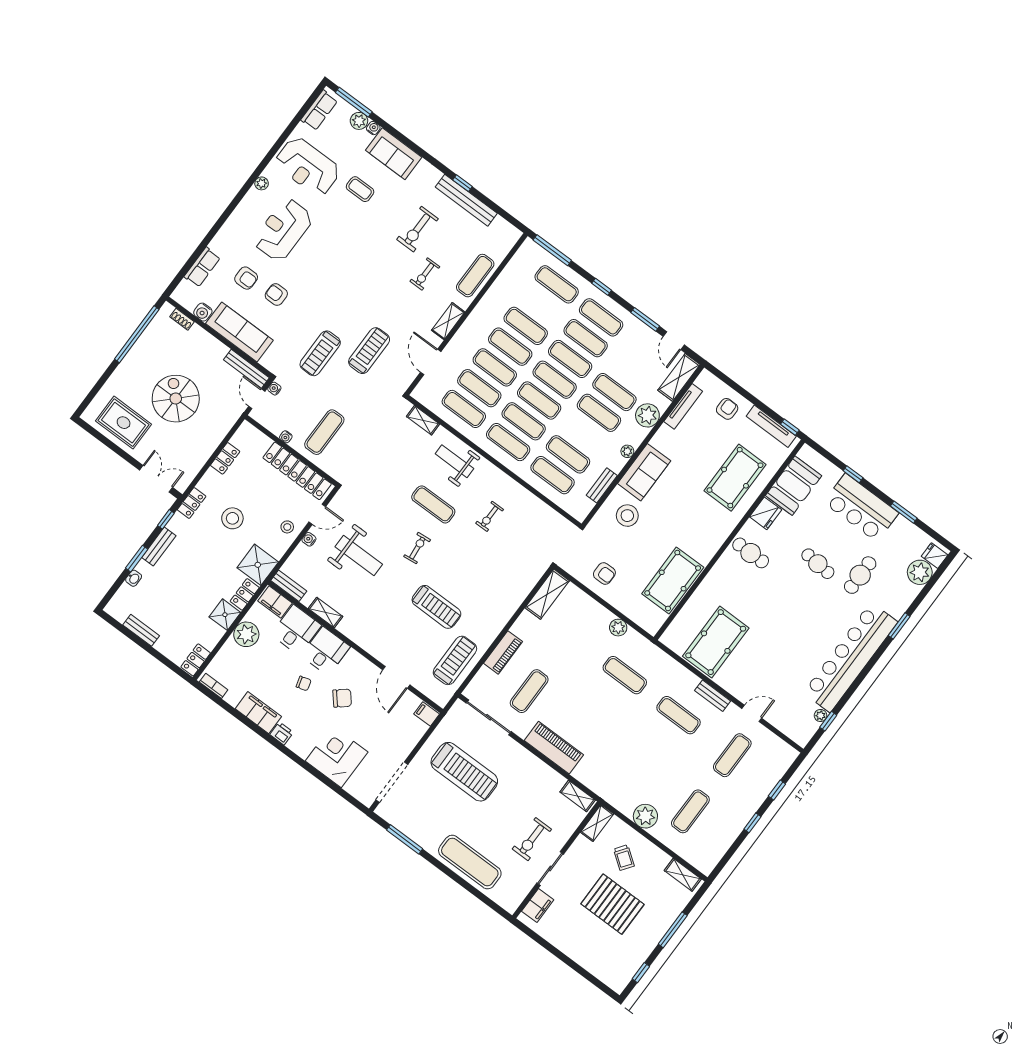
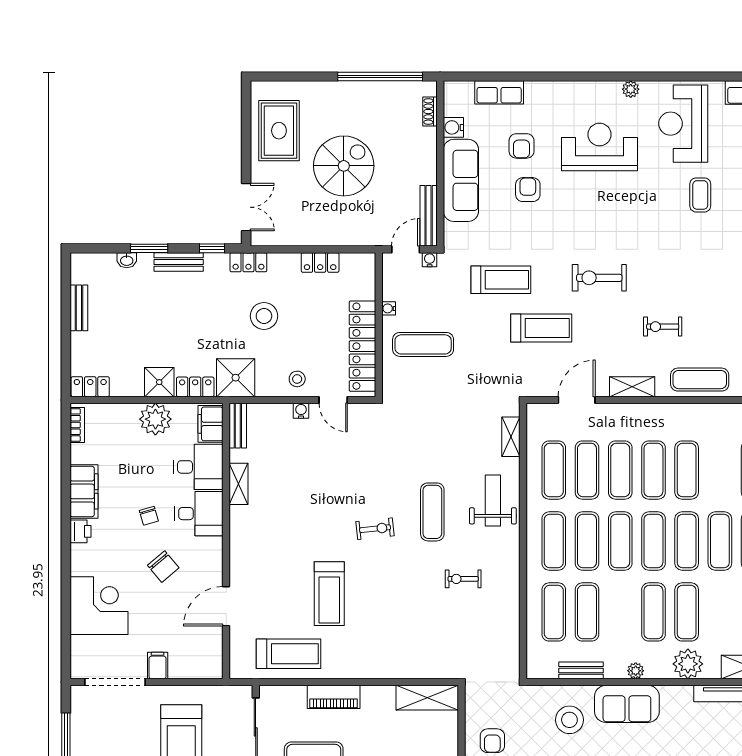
exercise bike: (418, 229) -> (599, 278), moved
treadmill: (320, 353) -> (501, 280), turned 180
weight bench: (359, 555) -> (323, 474), removed
filing cabinet: (427, 714) -> (158, 666), moved

